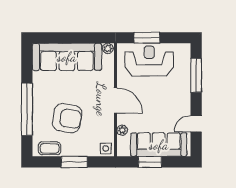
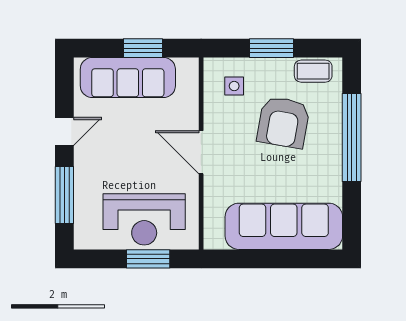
plant: (108, 48) -> (214, 241), removed
armchair: (67, 118) -> (283, 122), turned -89
door: (196, 124) -> (64, 131), moved
plant: (122, 130) -> (190, 102), removed
side table: (106, 148) -> (234, 86), moved

